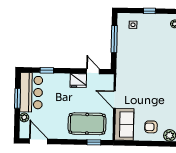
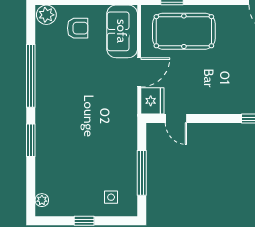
fridge: (78, 81) -> (152, 101), moved, turned 90
door: (114, 100) -> (139, 72), hinge flipped

